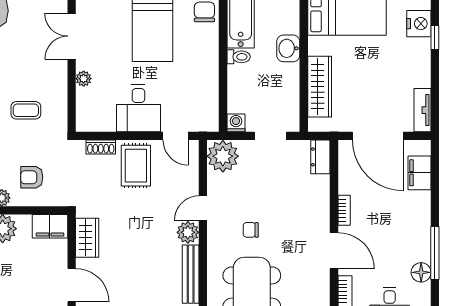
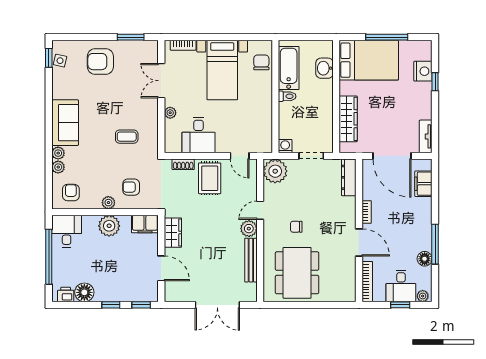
washbasin: (288, 48) -> (325, 68), moved
desk: (138, 108) -> (198, 135), moved
dresser: (320, 157) -> (349, 177), width x1.44

